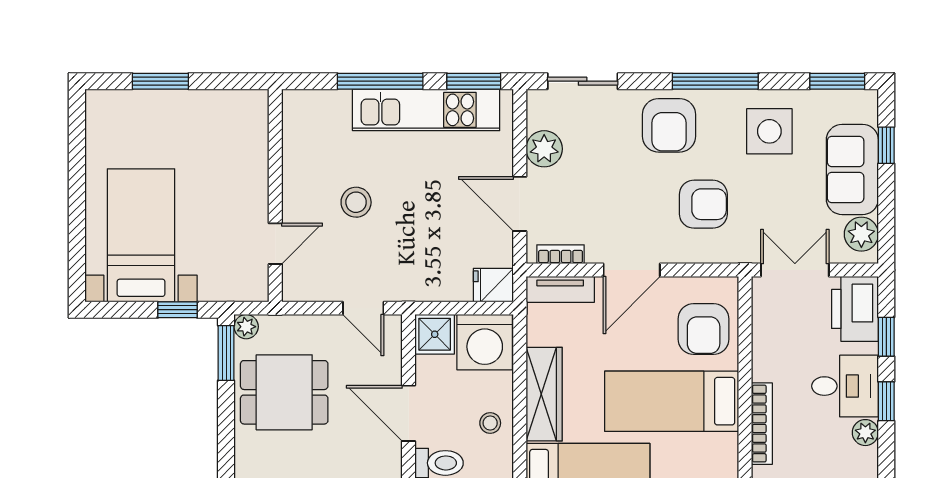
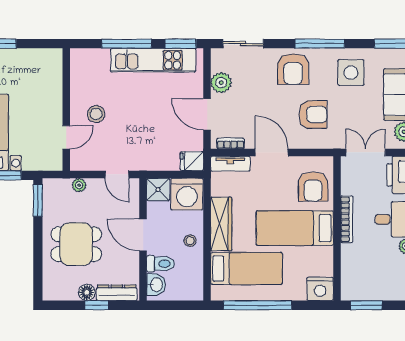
stool: (356, 202) -> (96, 114), moved
door: (632, 270) -> (272, 152), swing flipped
plant: (246, 327) -> (79, 185), moved
dining table: (284, 392) -> (76, 244), moved
bookcase: (762, 424) -> (347, 219), moved

